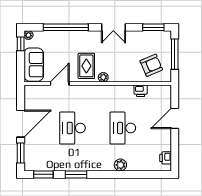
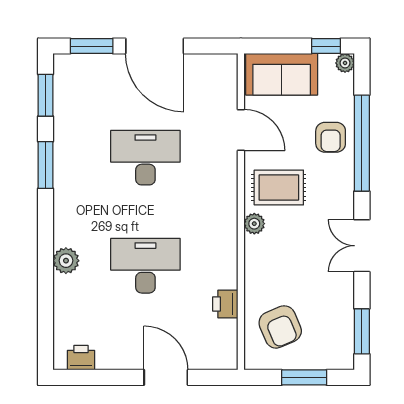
armchair: (63, 42) -> (331, 137), added
window: (175, 54) -> (304, 377), width x0.69

